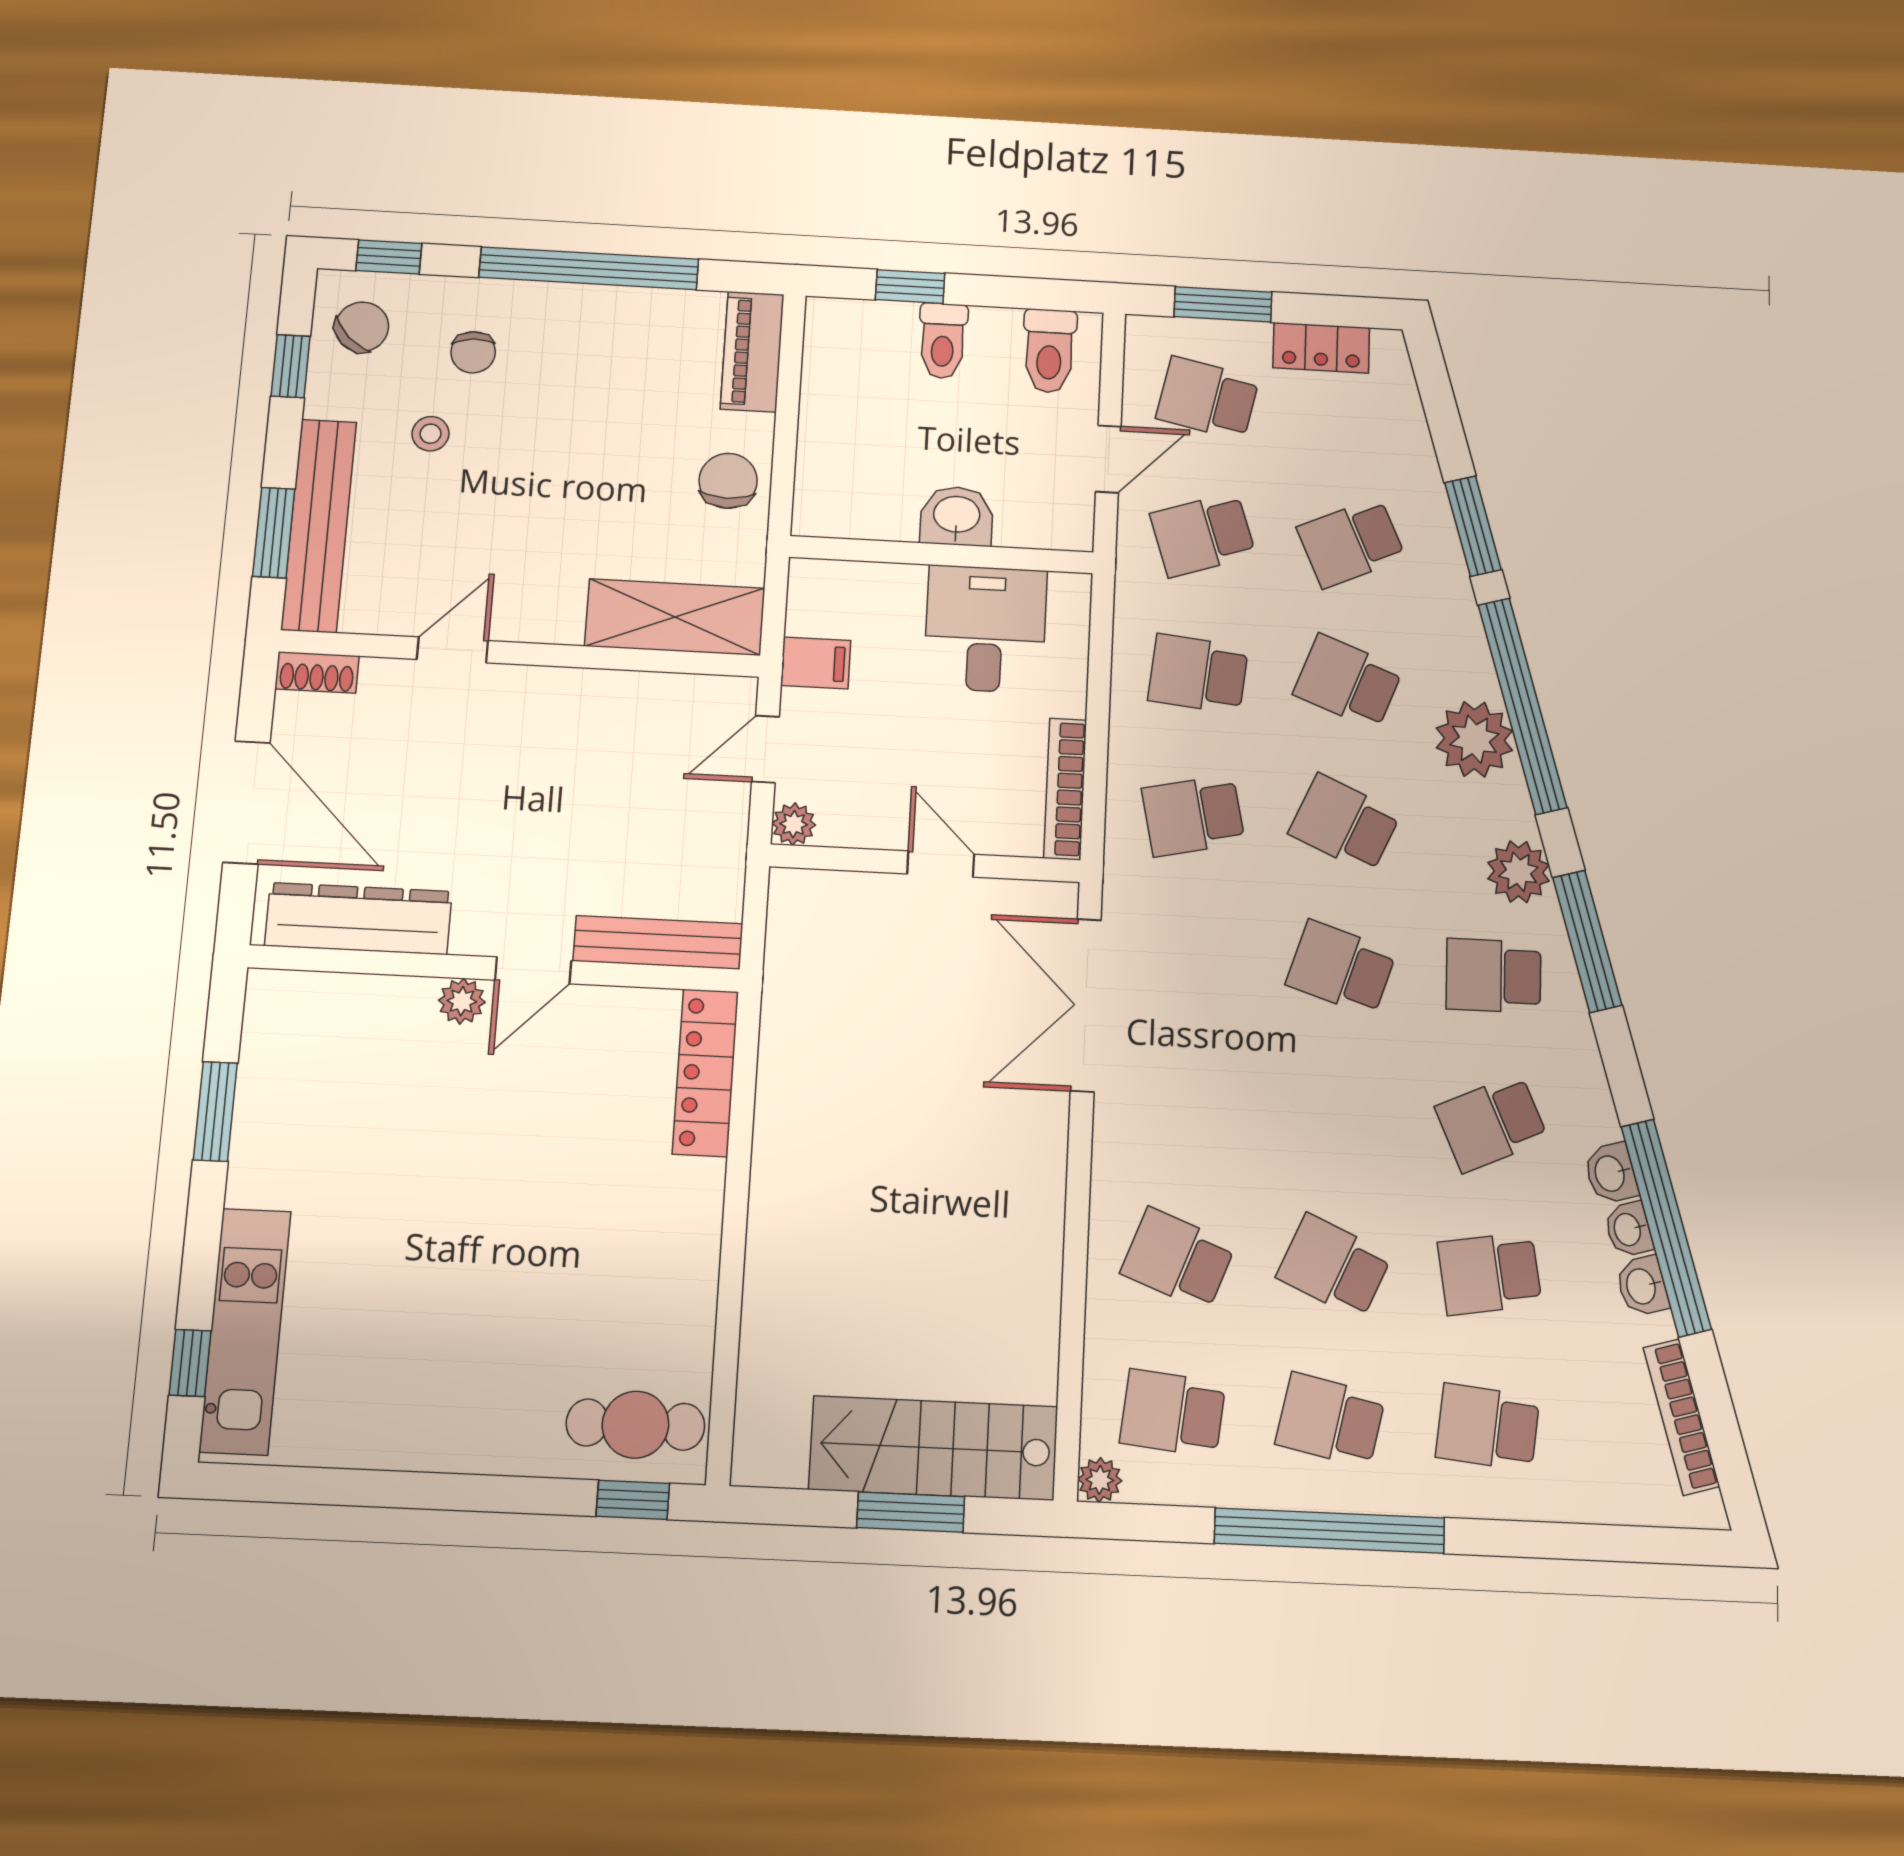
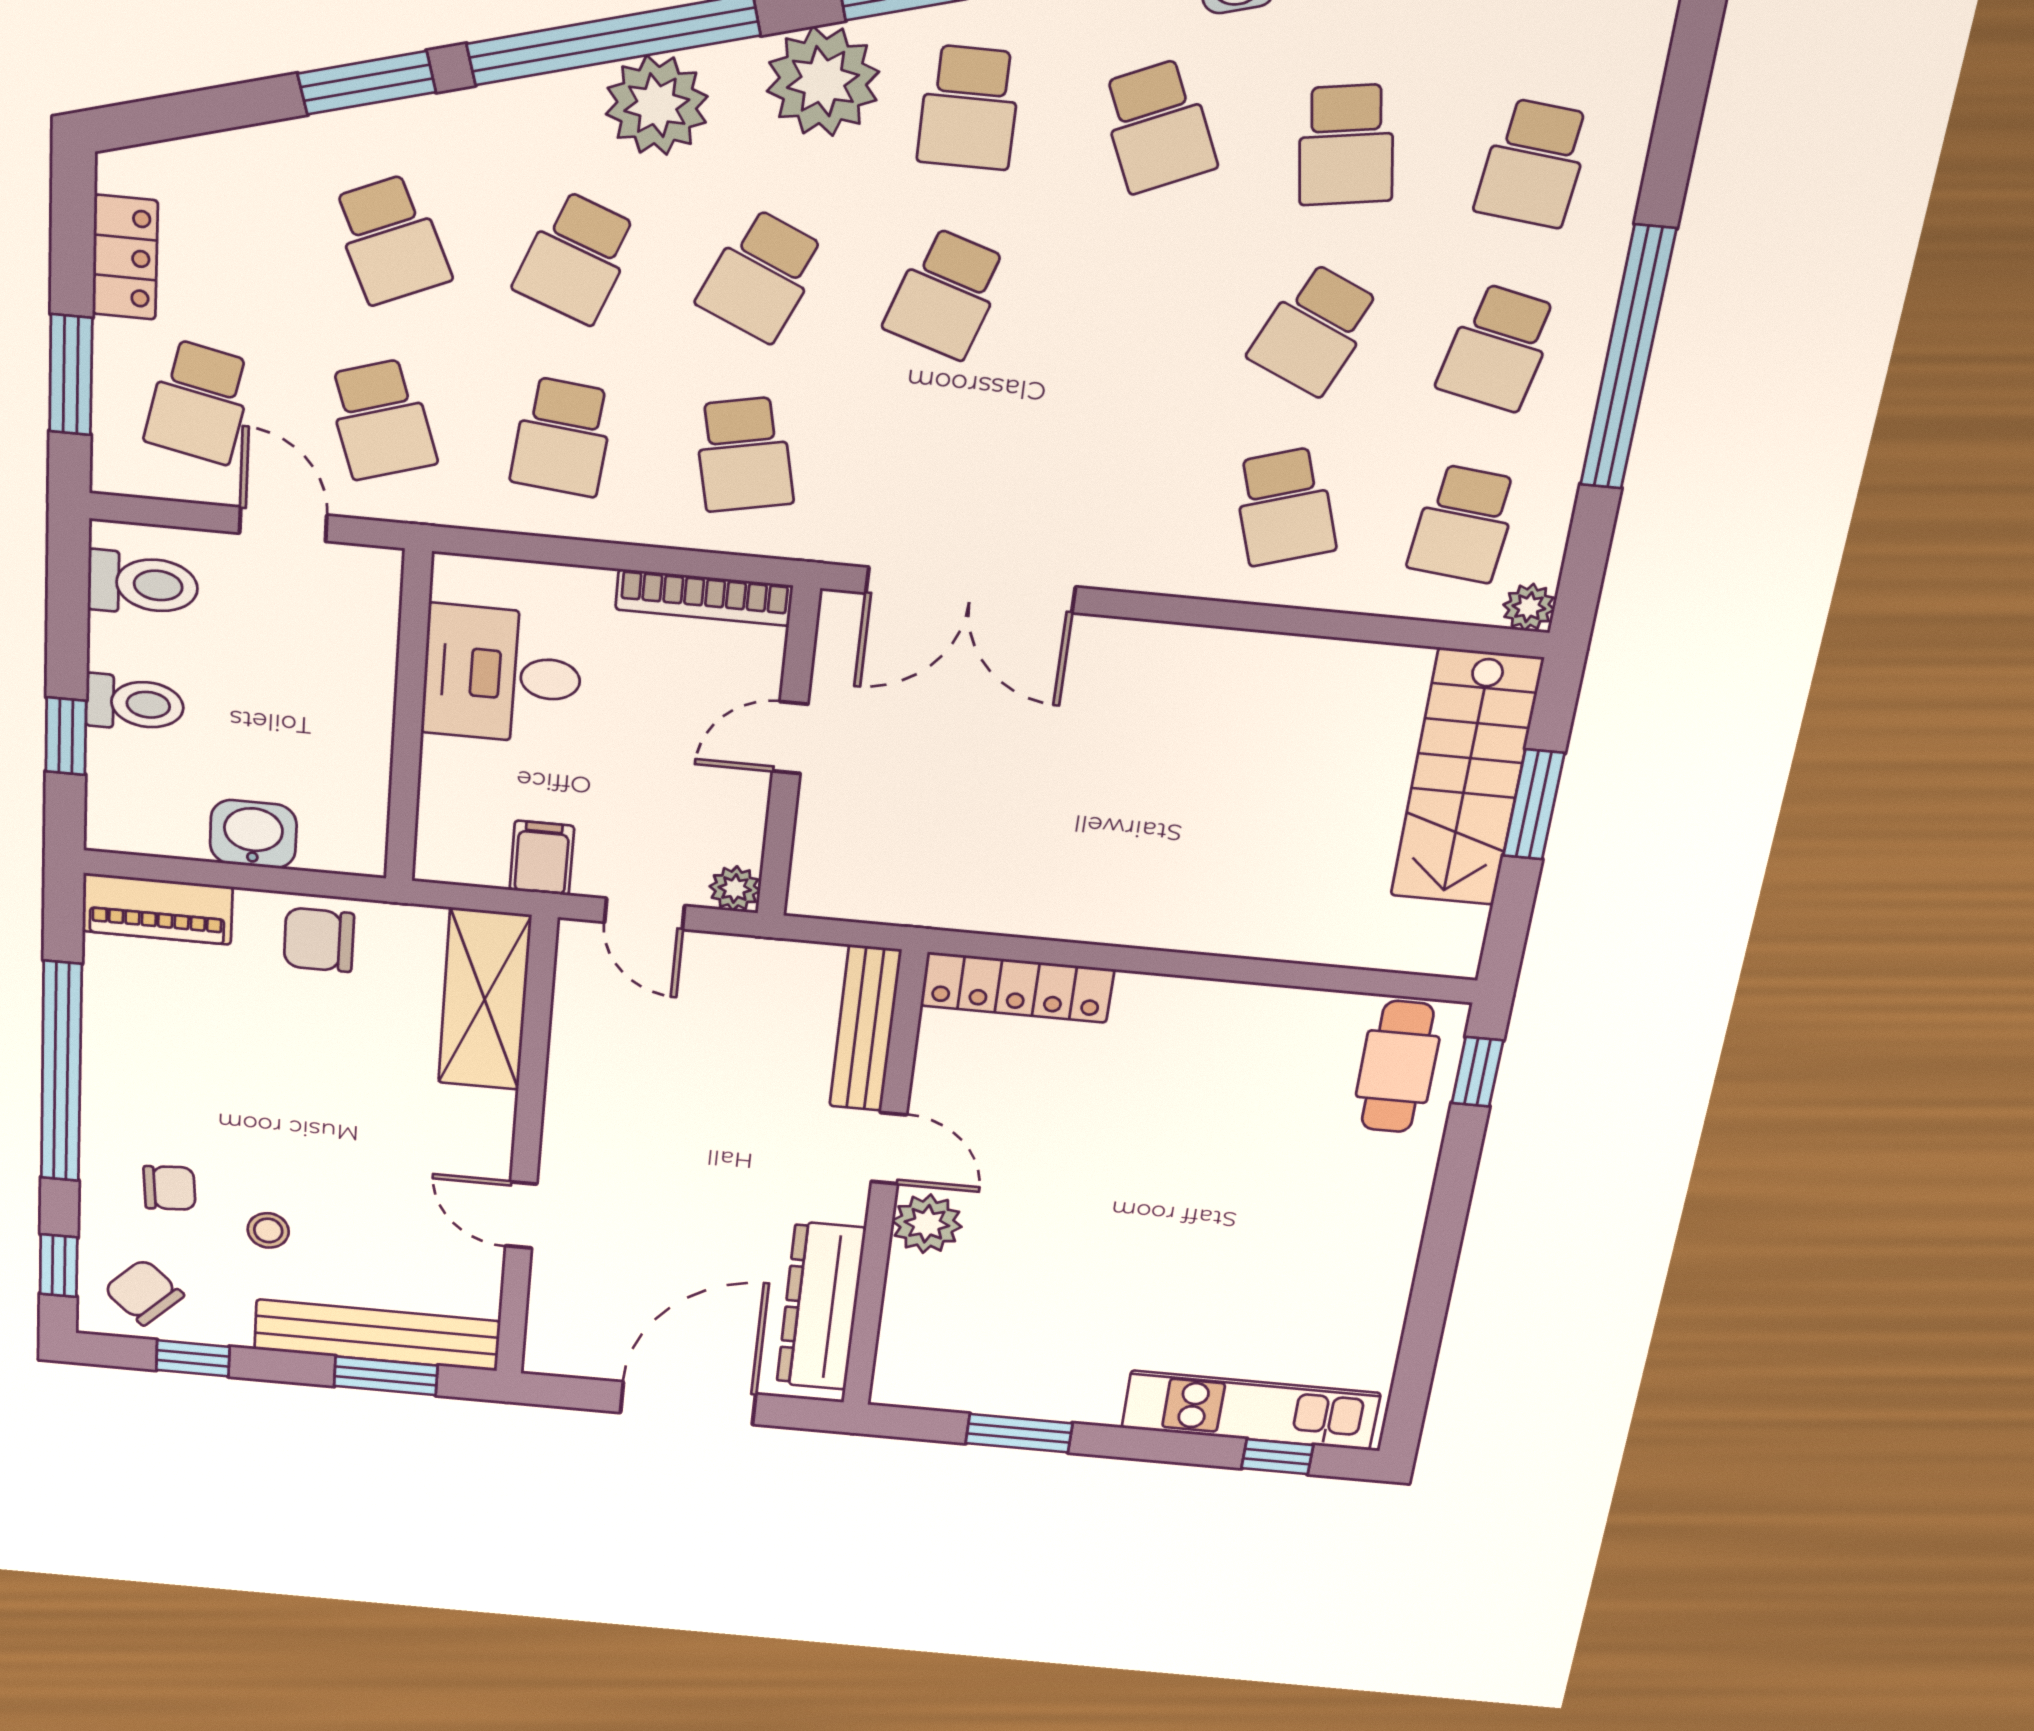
washbasin: (957, 516) -> (253, 834), moved, turned 90
shoe rack: (317, 672) -> (545, 1339), removed
plant: (1518, 872) -> (823, 81), width x1.36, depth x1.36
plant: (462, 1001) -> (927, 1224), width x1.38, depth x1.38
school desk: (1178, 1259) -> (1284, 507), turned -39

